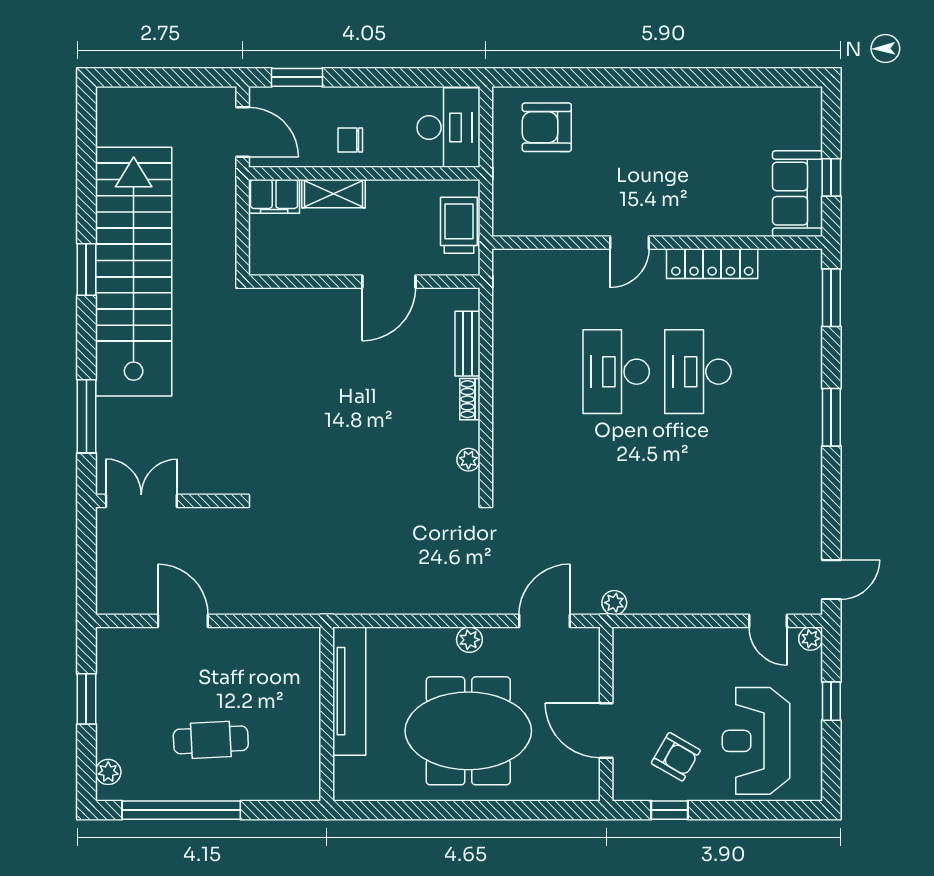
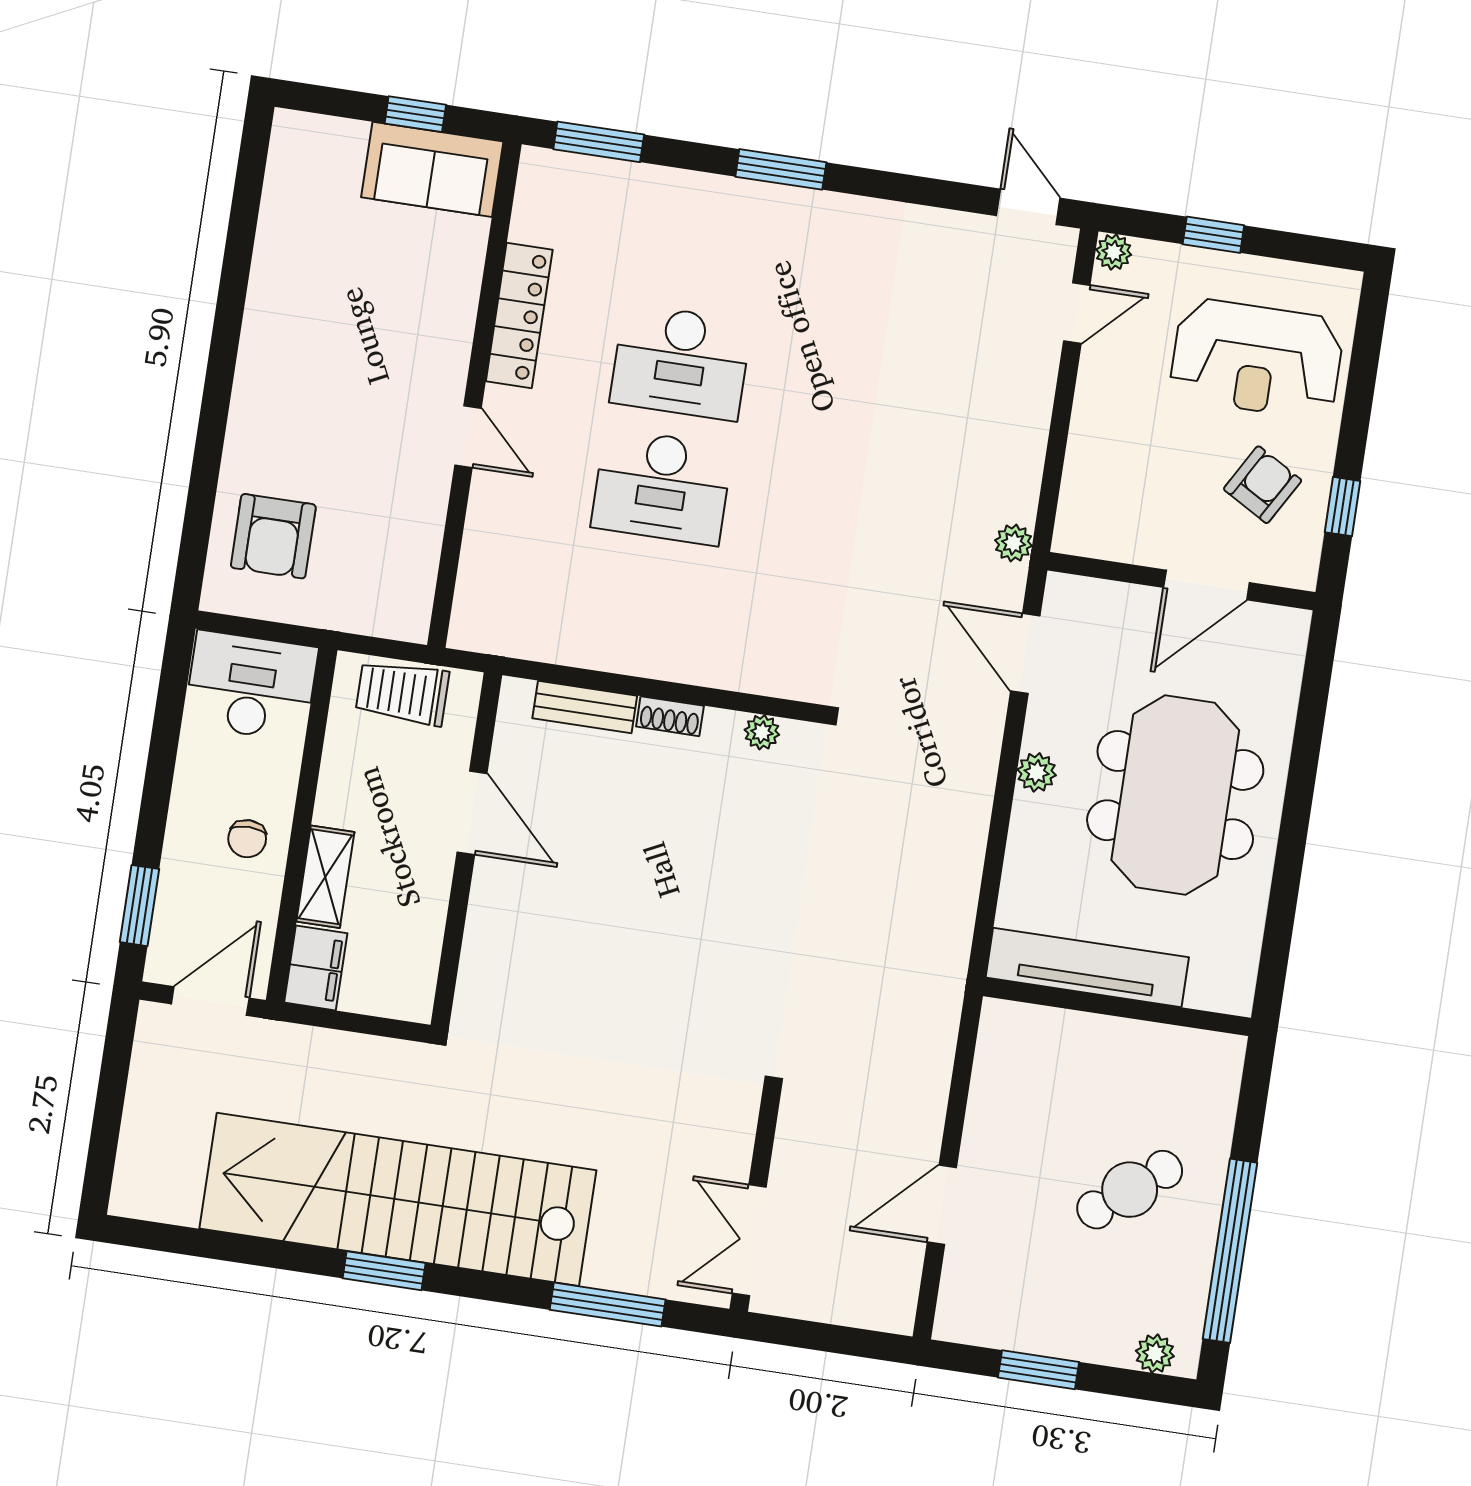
cafe table: (211, 740) -> (1130, 1190), turned 54

